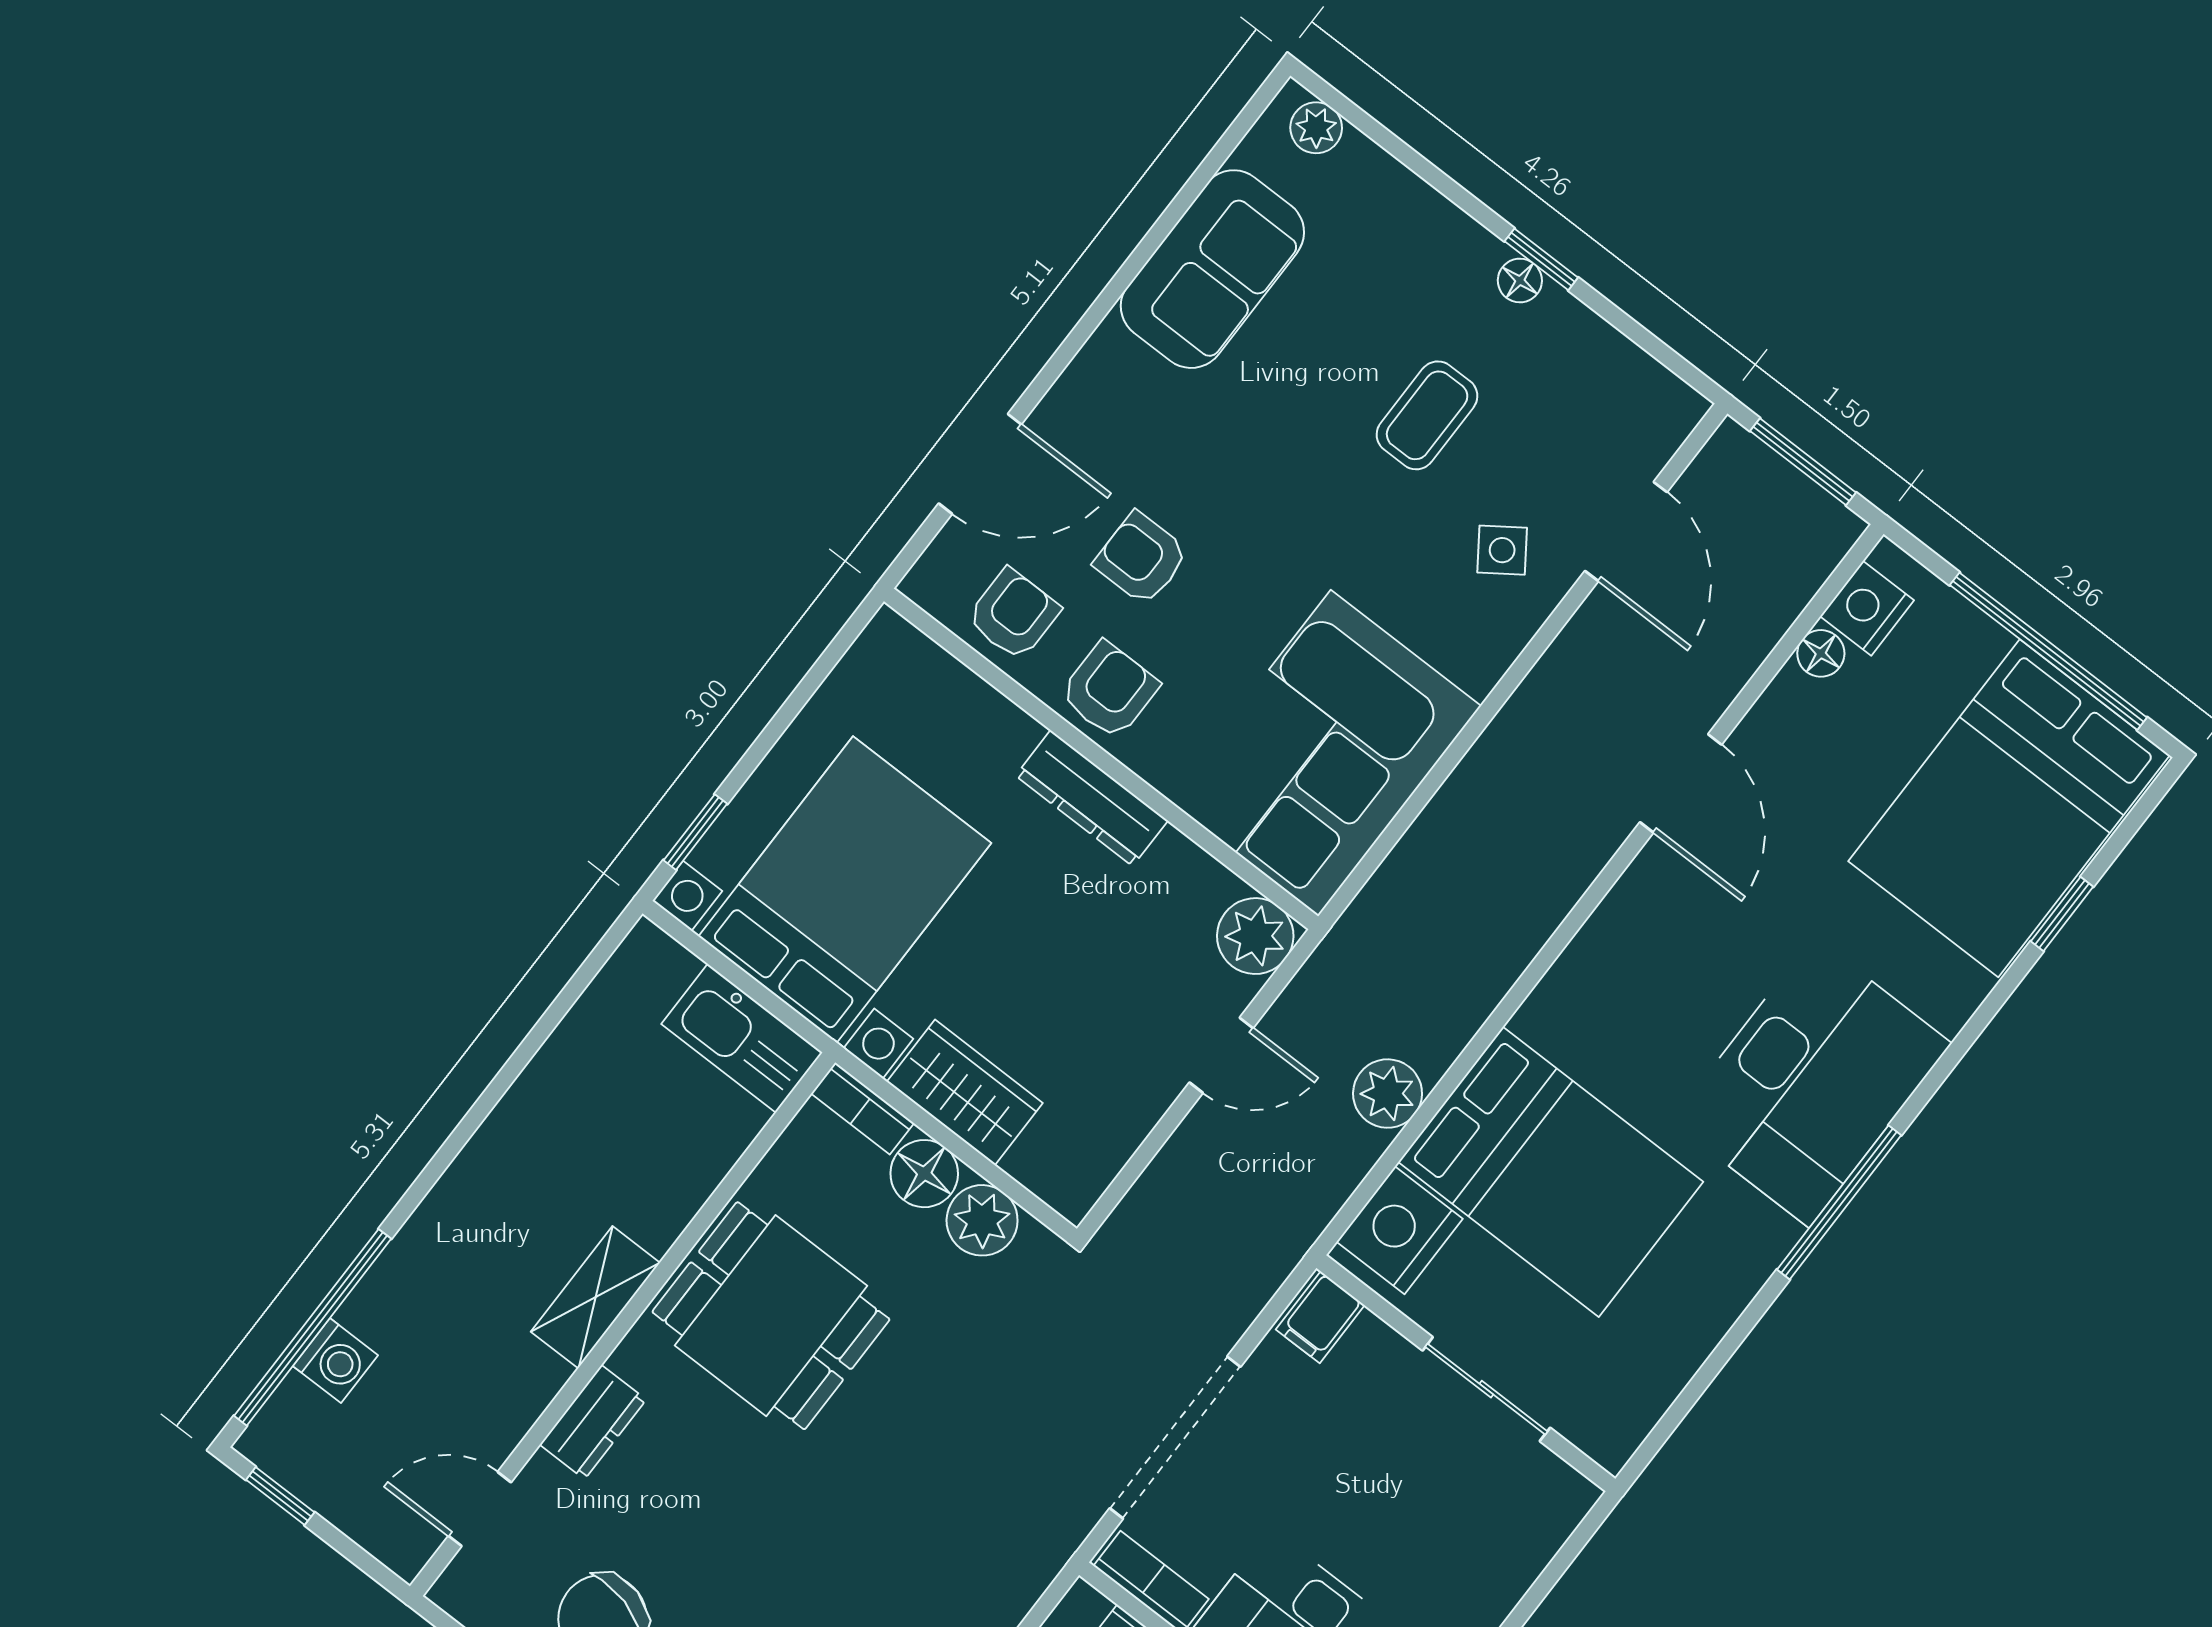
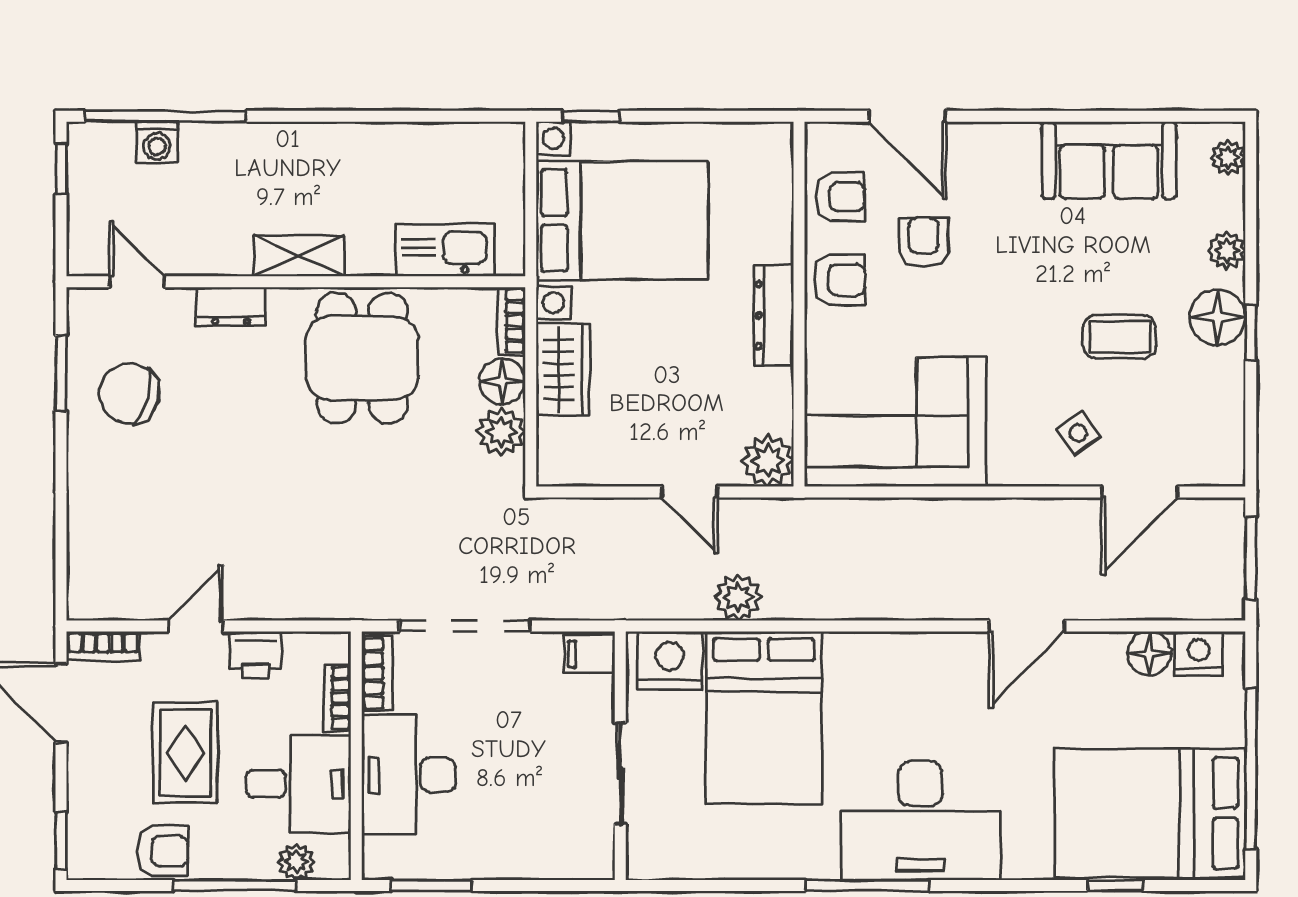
plant: (1423, 213) -> (1227, 250), added
floor lamp: (1520, 281) -> (1217, 317), width x1.89, depth x1.89
floor lamp: (1821, 653) -> (1149, 653), width x1.37, depth x1.37
kitchen sink: (742, 1038) -> (445, 250), moved, turned 90

